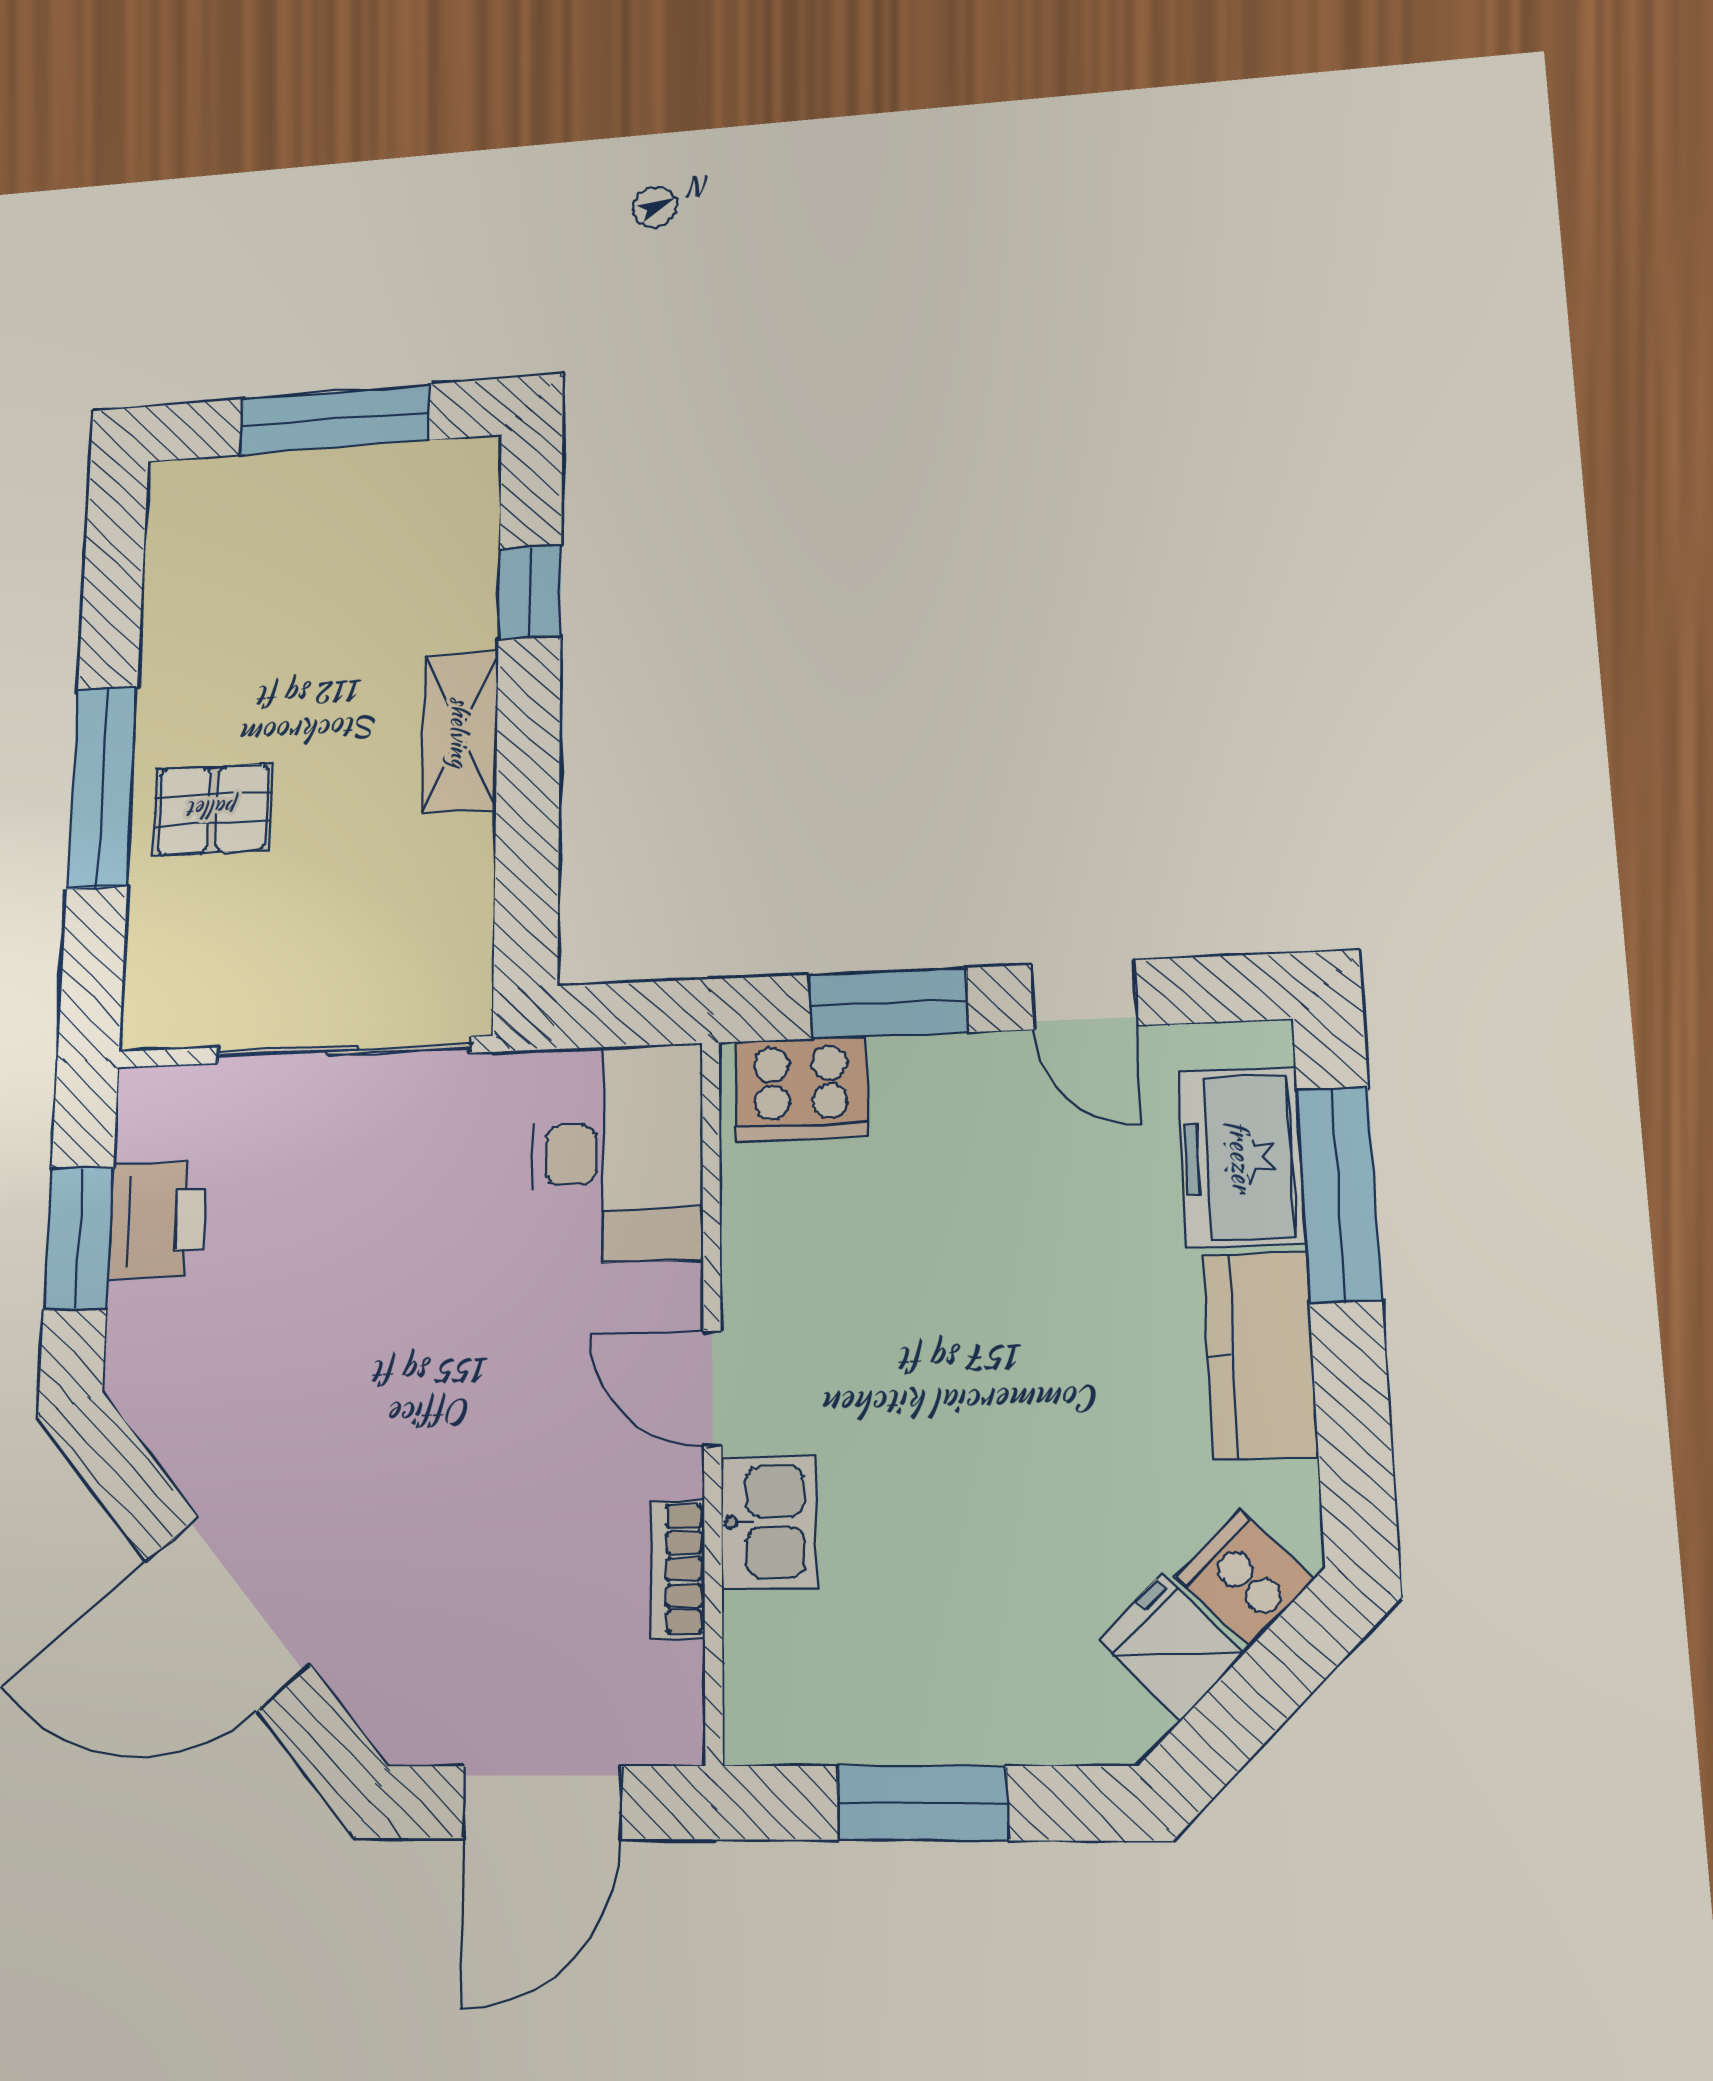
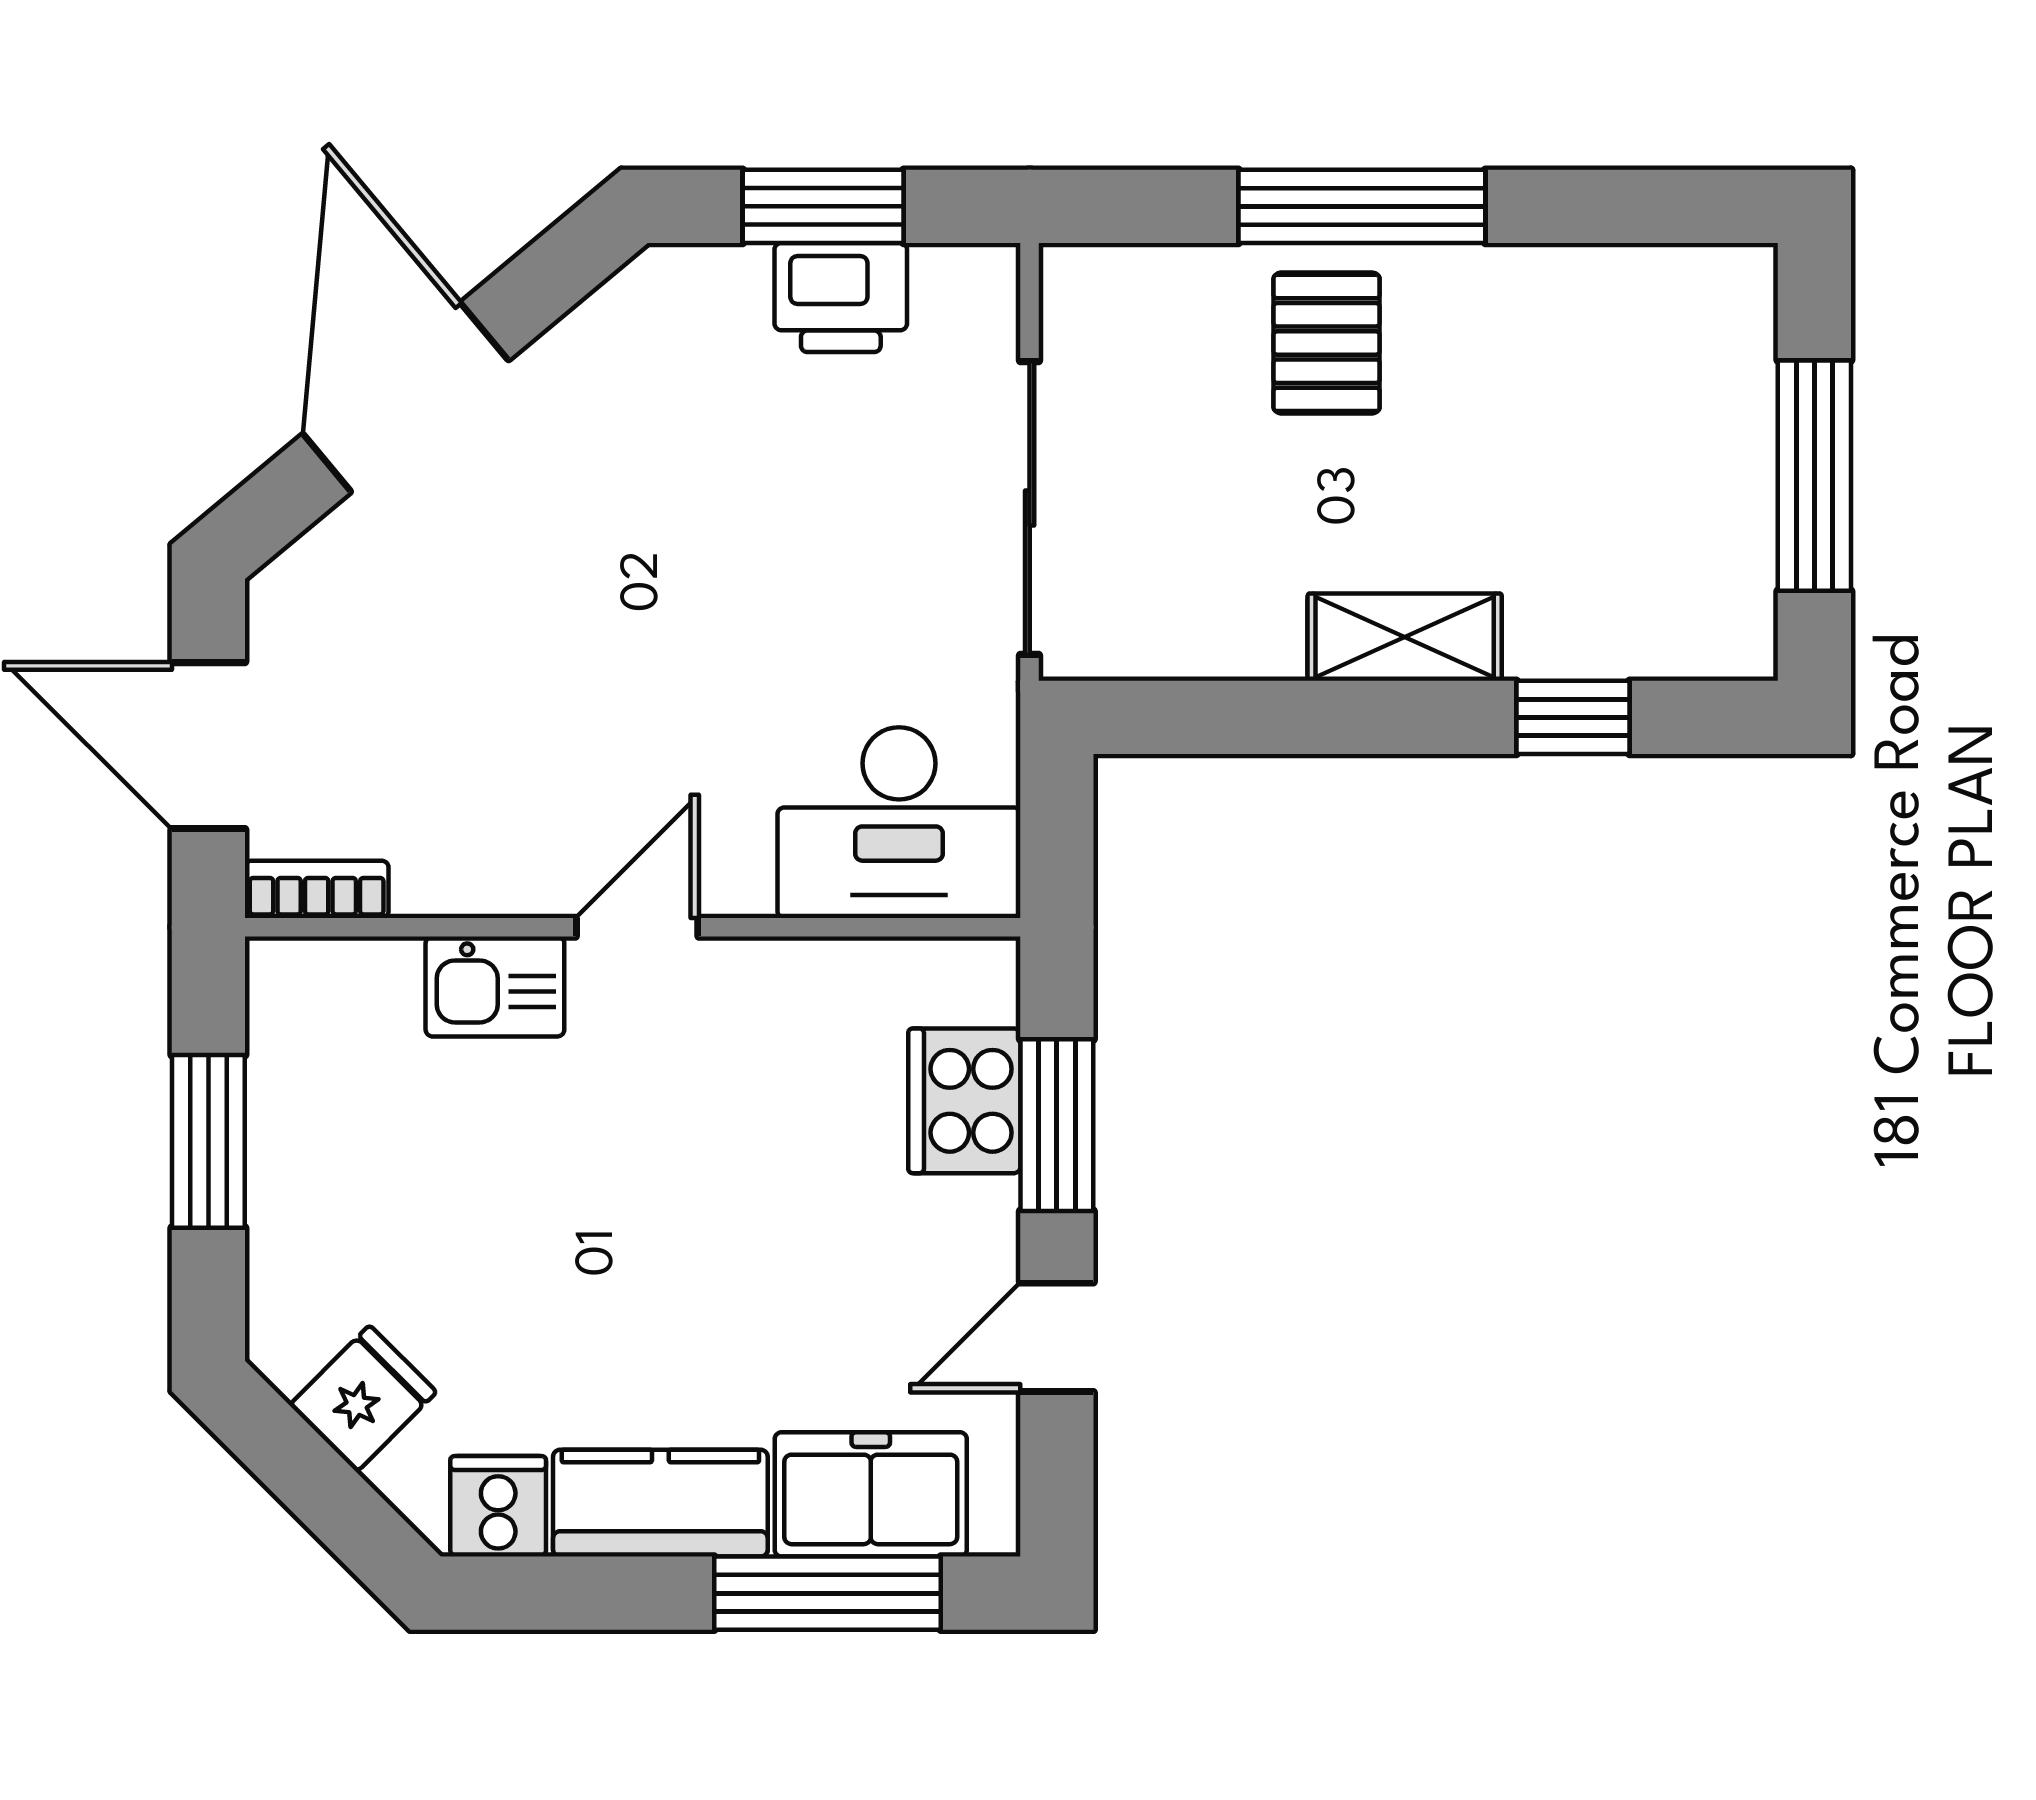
cooker: (801, 1089) -> (964, 1101), moved
bookcase: (678, 1569) -> (317, 889), moved
cooker: (1245, 1578) -> (498, 1506), moved, turned -45

